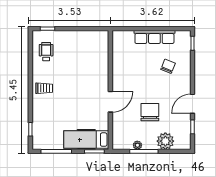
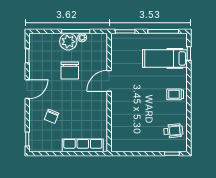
row of seats: (154, 37) -> (83, 145), moved
wheelchair: (46, 52) -> (173, 131), turned -96
door: (193, 104) -> (27, 89), moved
hospital bed: (86, 140) -> (165, 58), moved, turned 180
plant: (165, 141) -> (68, 42), moved

